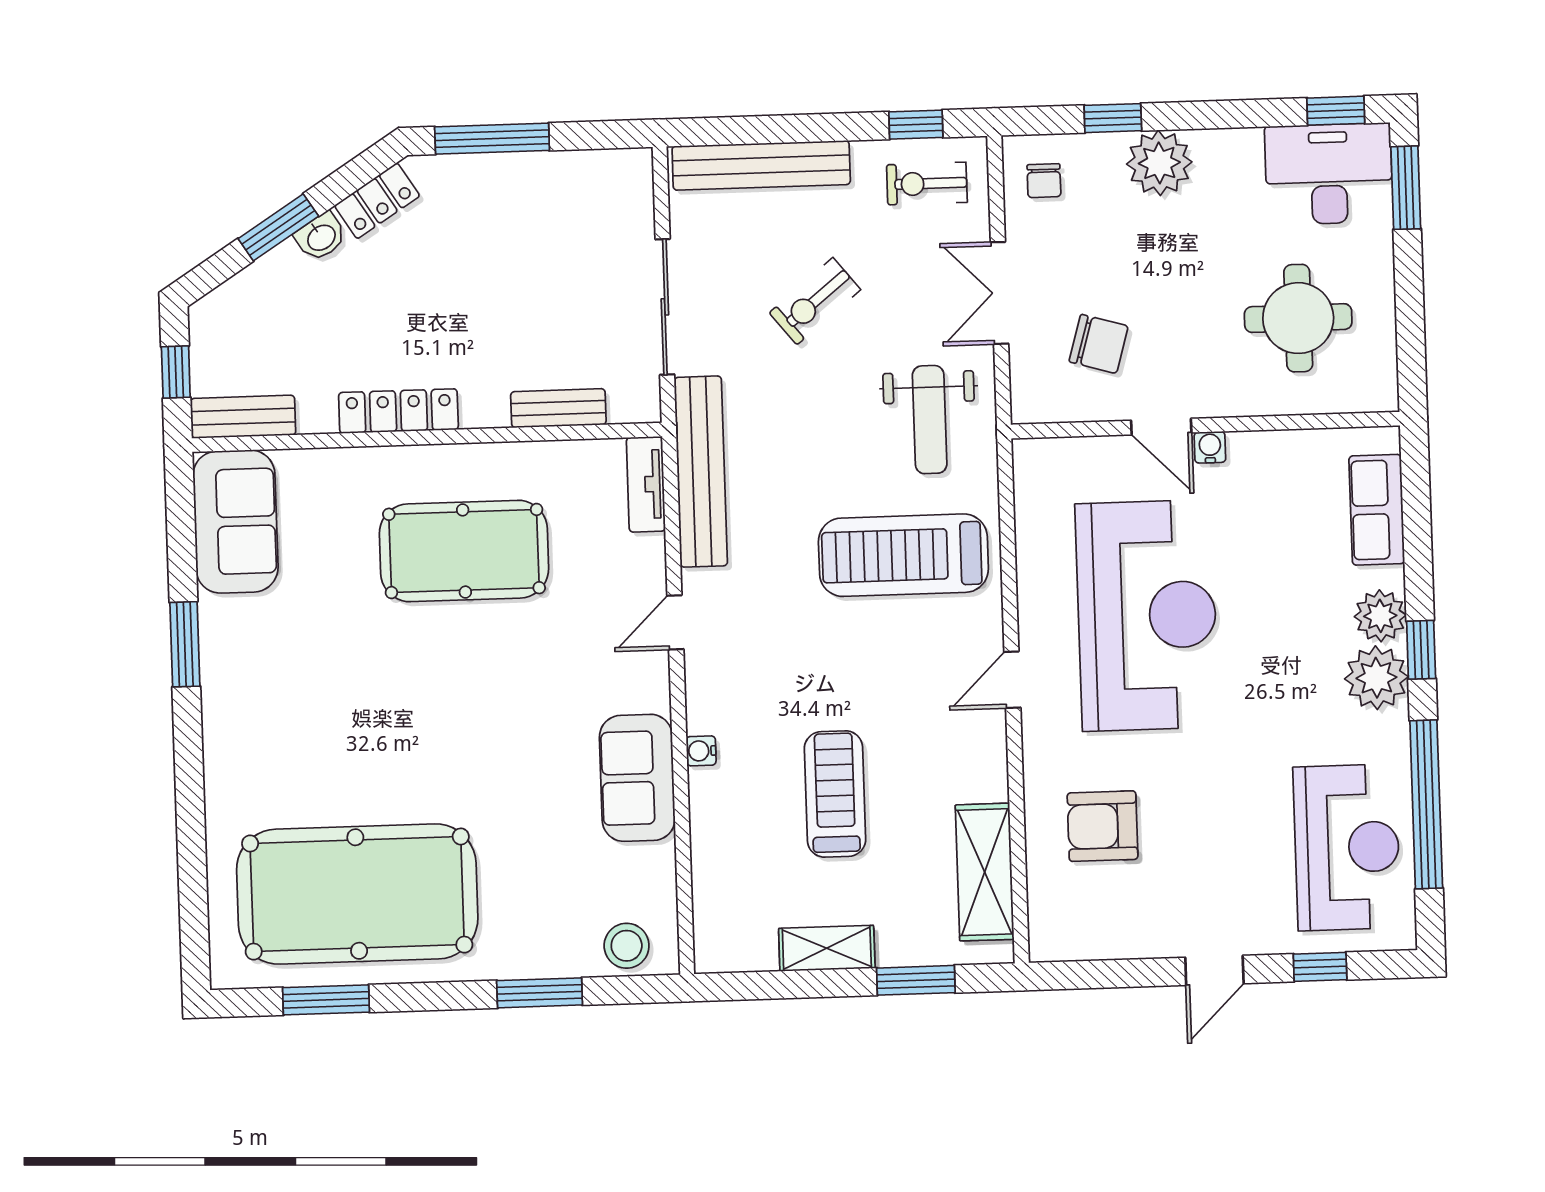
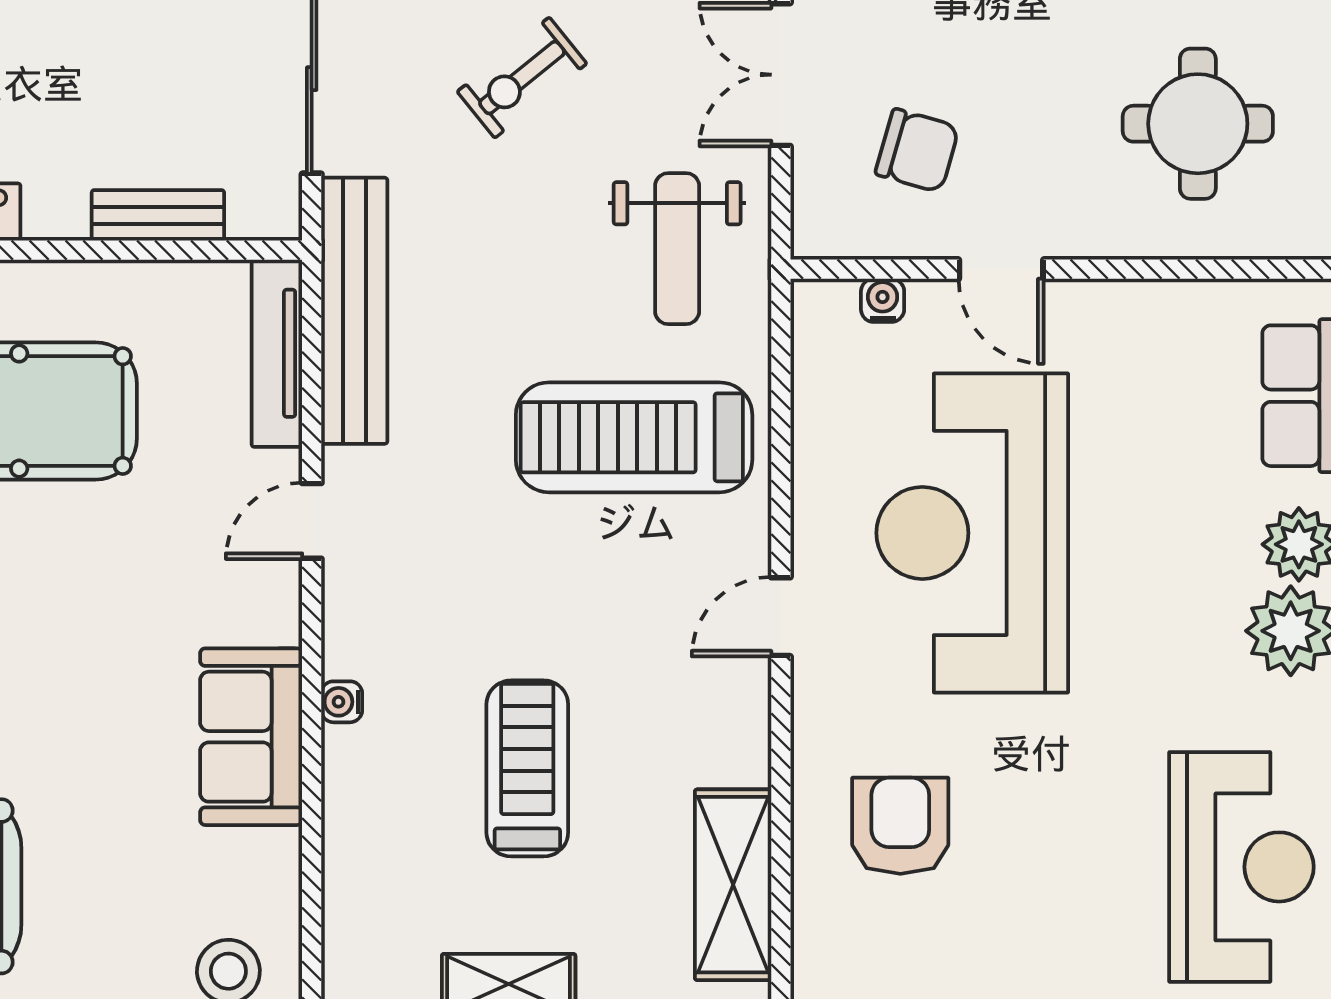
water cooler: (1210, 447) -> (883, 300), moved
tv unit: (646, 484) -> (277, 353), width x1.41
reception desk: (1147, 615) -> (972, 533), turned 180
armchair: (1103, 826) -> (900, 826), turned 90

